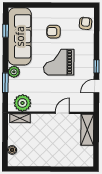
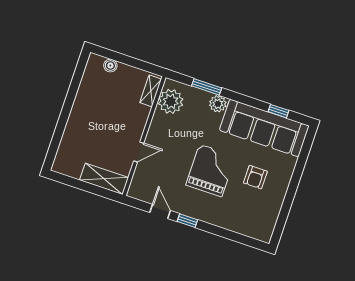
armchair: (86, 23) -> (252, 225), removed
armchair: (54, 32) -> (255, 177), turned 180
door: (62, 113) -> (139, 152), hinge flipped

